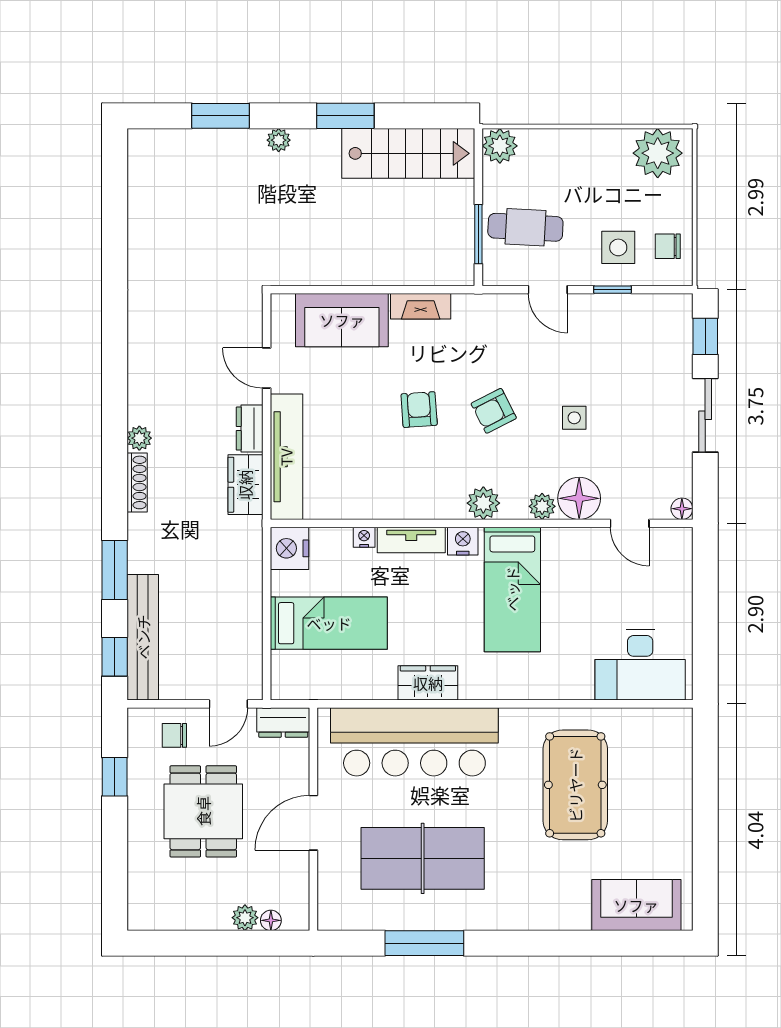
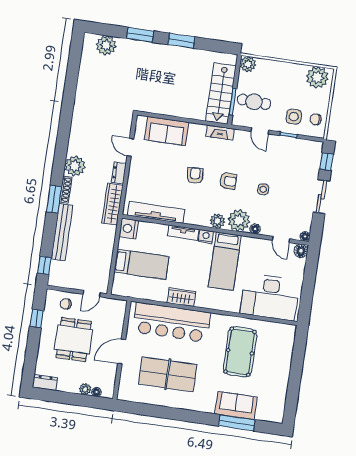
window: (220, 116) -> (140, 35), moved
plant: (279, 140) -> (106, 45), moved, width x1.88, depth x1.88
stairs: (408, 153) -> (221, 93), moved, turned 90
fireplace: (421, 306) -> (220, 132), moved
armchair: (494, 411) -> (228, 181), turned -153
plant: (139, 438) -> (75, 166), width x1.88, depth x1.88
tv unit: (286, 457) -> (156, 212), moved, turned -90
wardrobe: (245, 485) -> (112, 204), width x1.50
floor lamp: (579, 498) -> (255, 229), width x0.53, depth x0.53
plant: (542, 506) -> (239, 220), width x1.88, depth x1.88
nightstand: (364, 537) -> (163, 228), removed
floor lamp: (678, 542) -> (301, 251), added
window: (115, 570) -> (54, 199), moved
bench: (143, 637) -> (62, 232), moved
desk: (640, 665) -> (270, 297), width x1.36, depth x1.30
dresser: (283, 723) -> (45, 382), moved, turned 180
sofa: (636, 905) -> (236, 405), moved
window: (424, 943) -> (237, 423), moved

